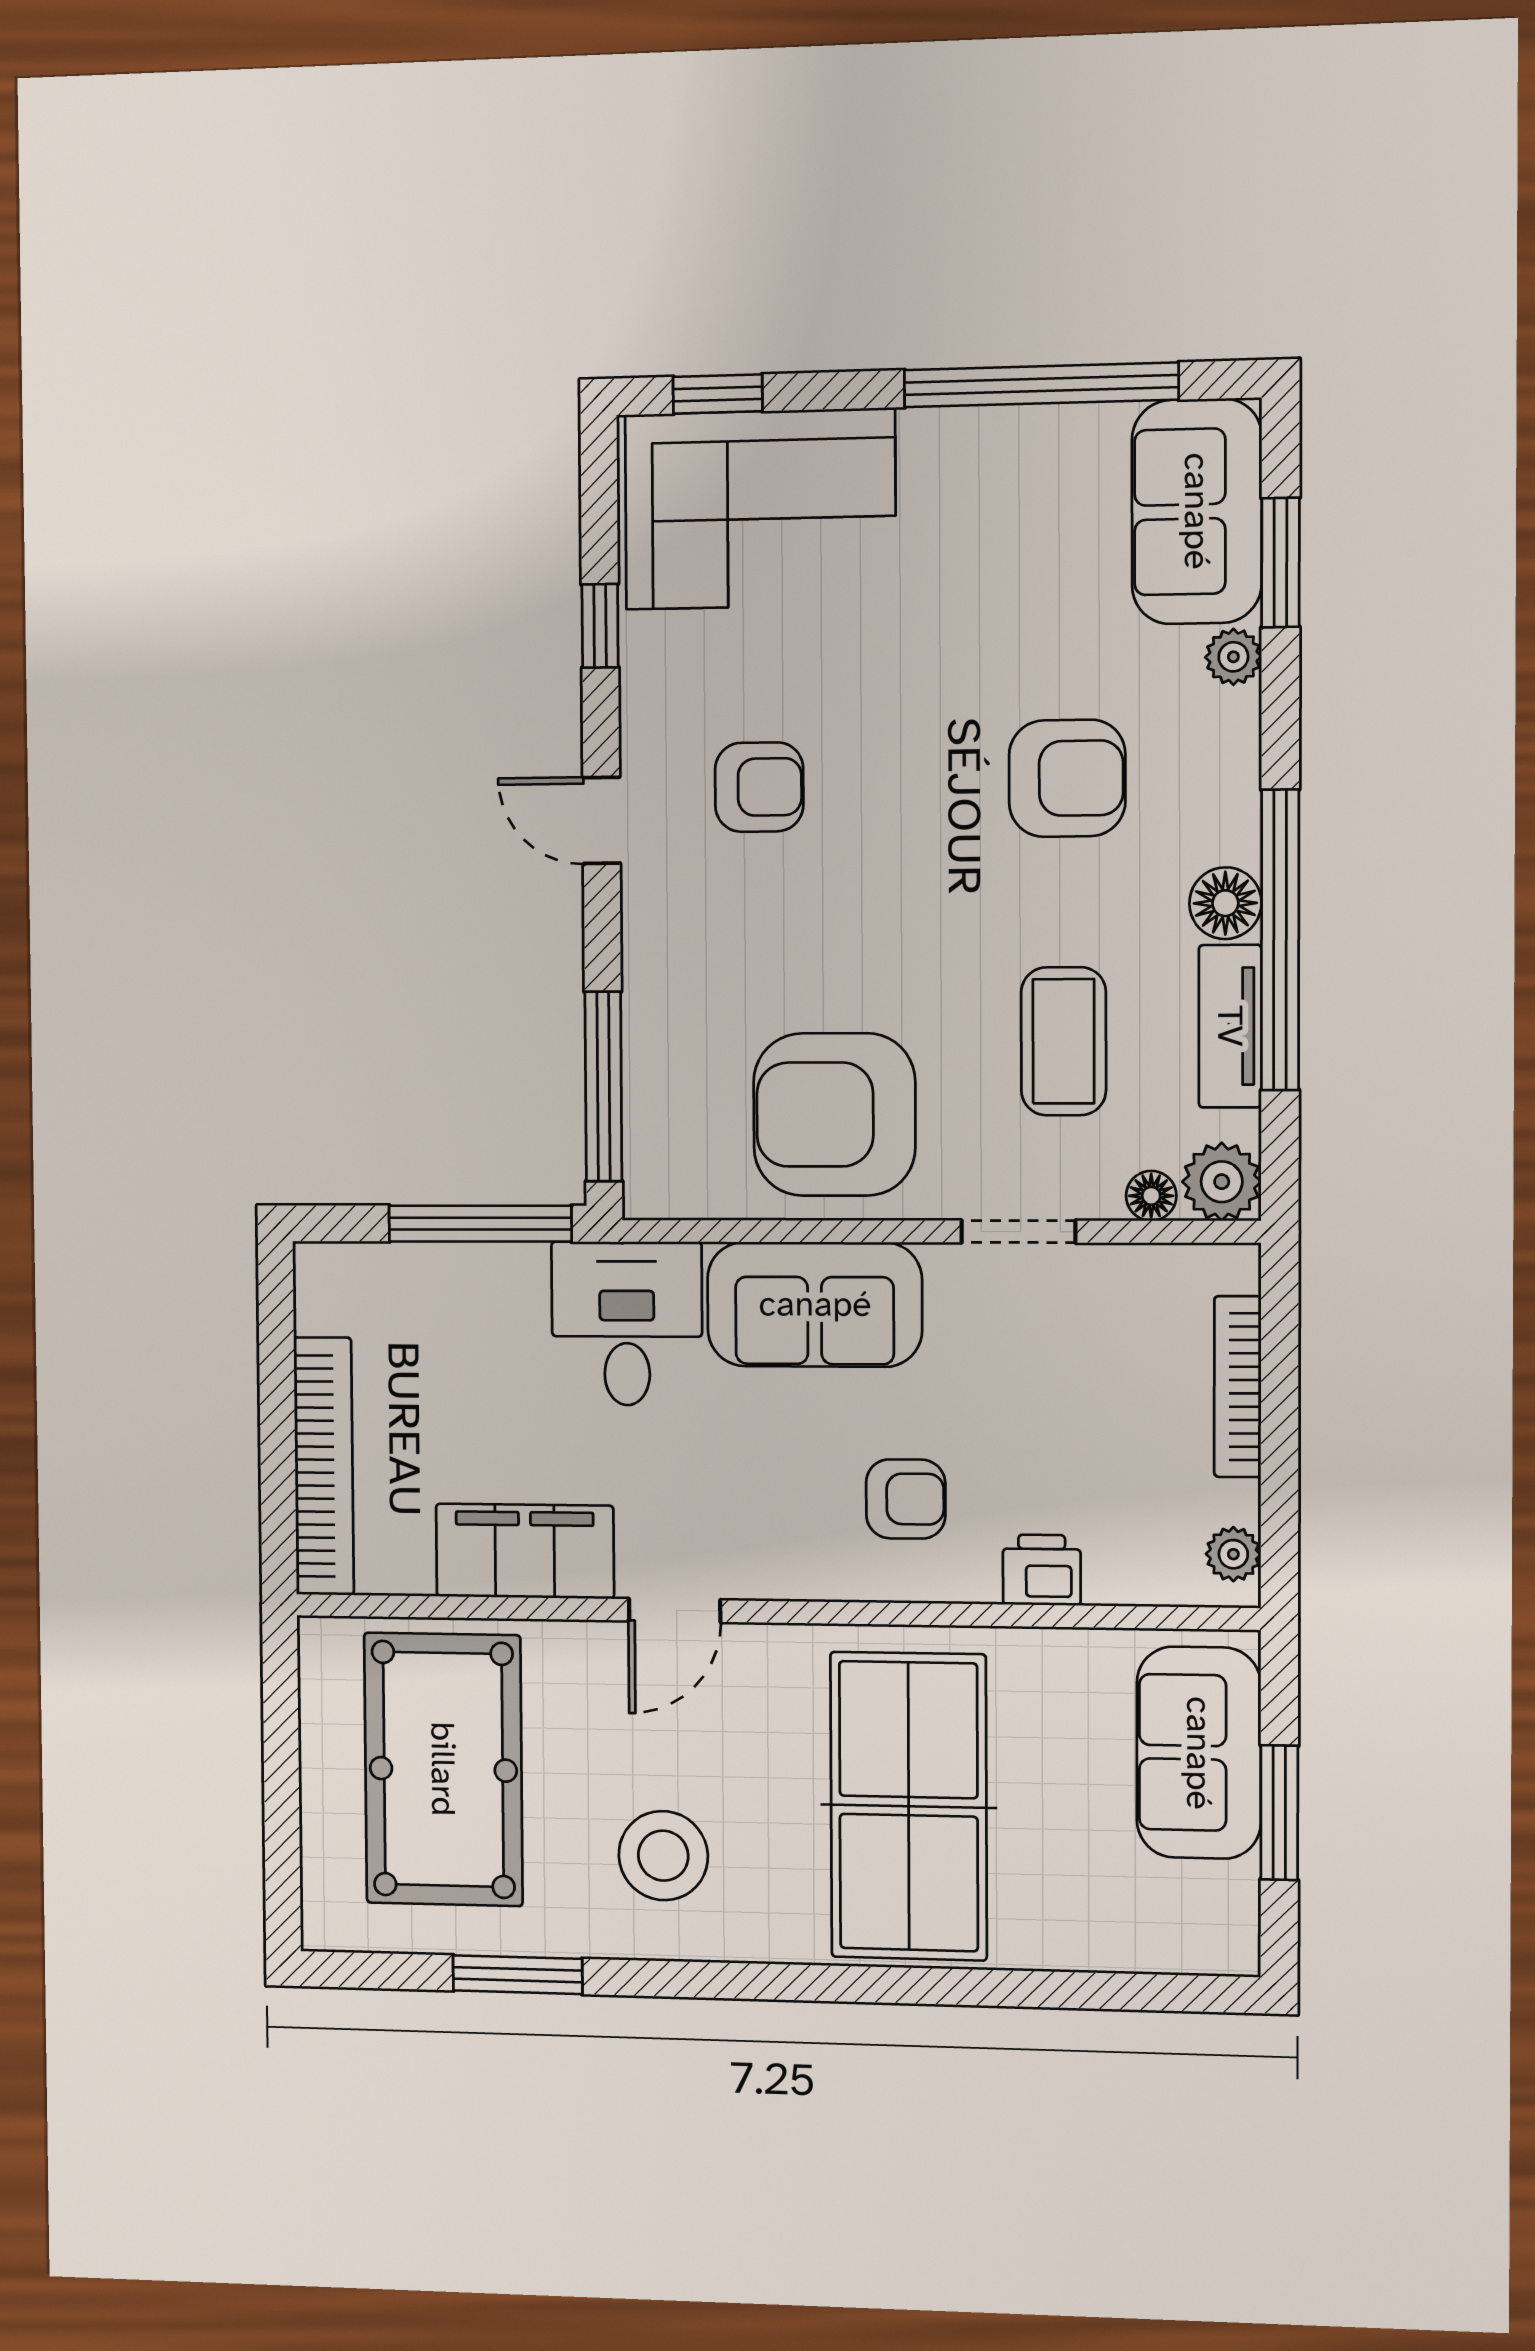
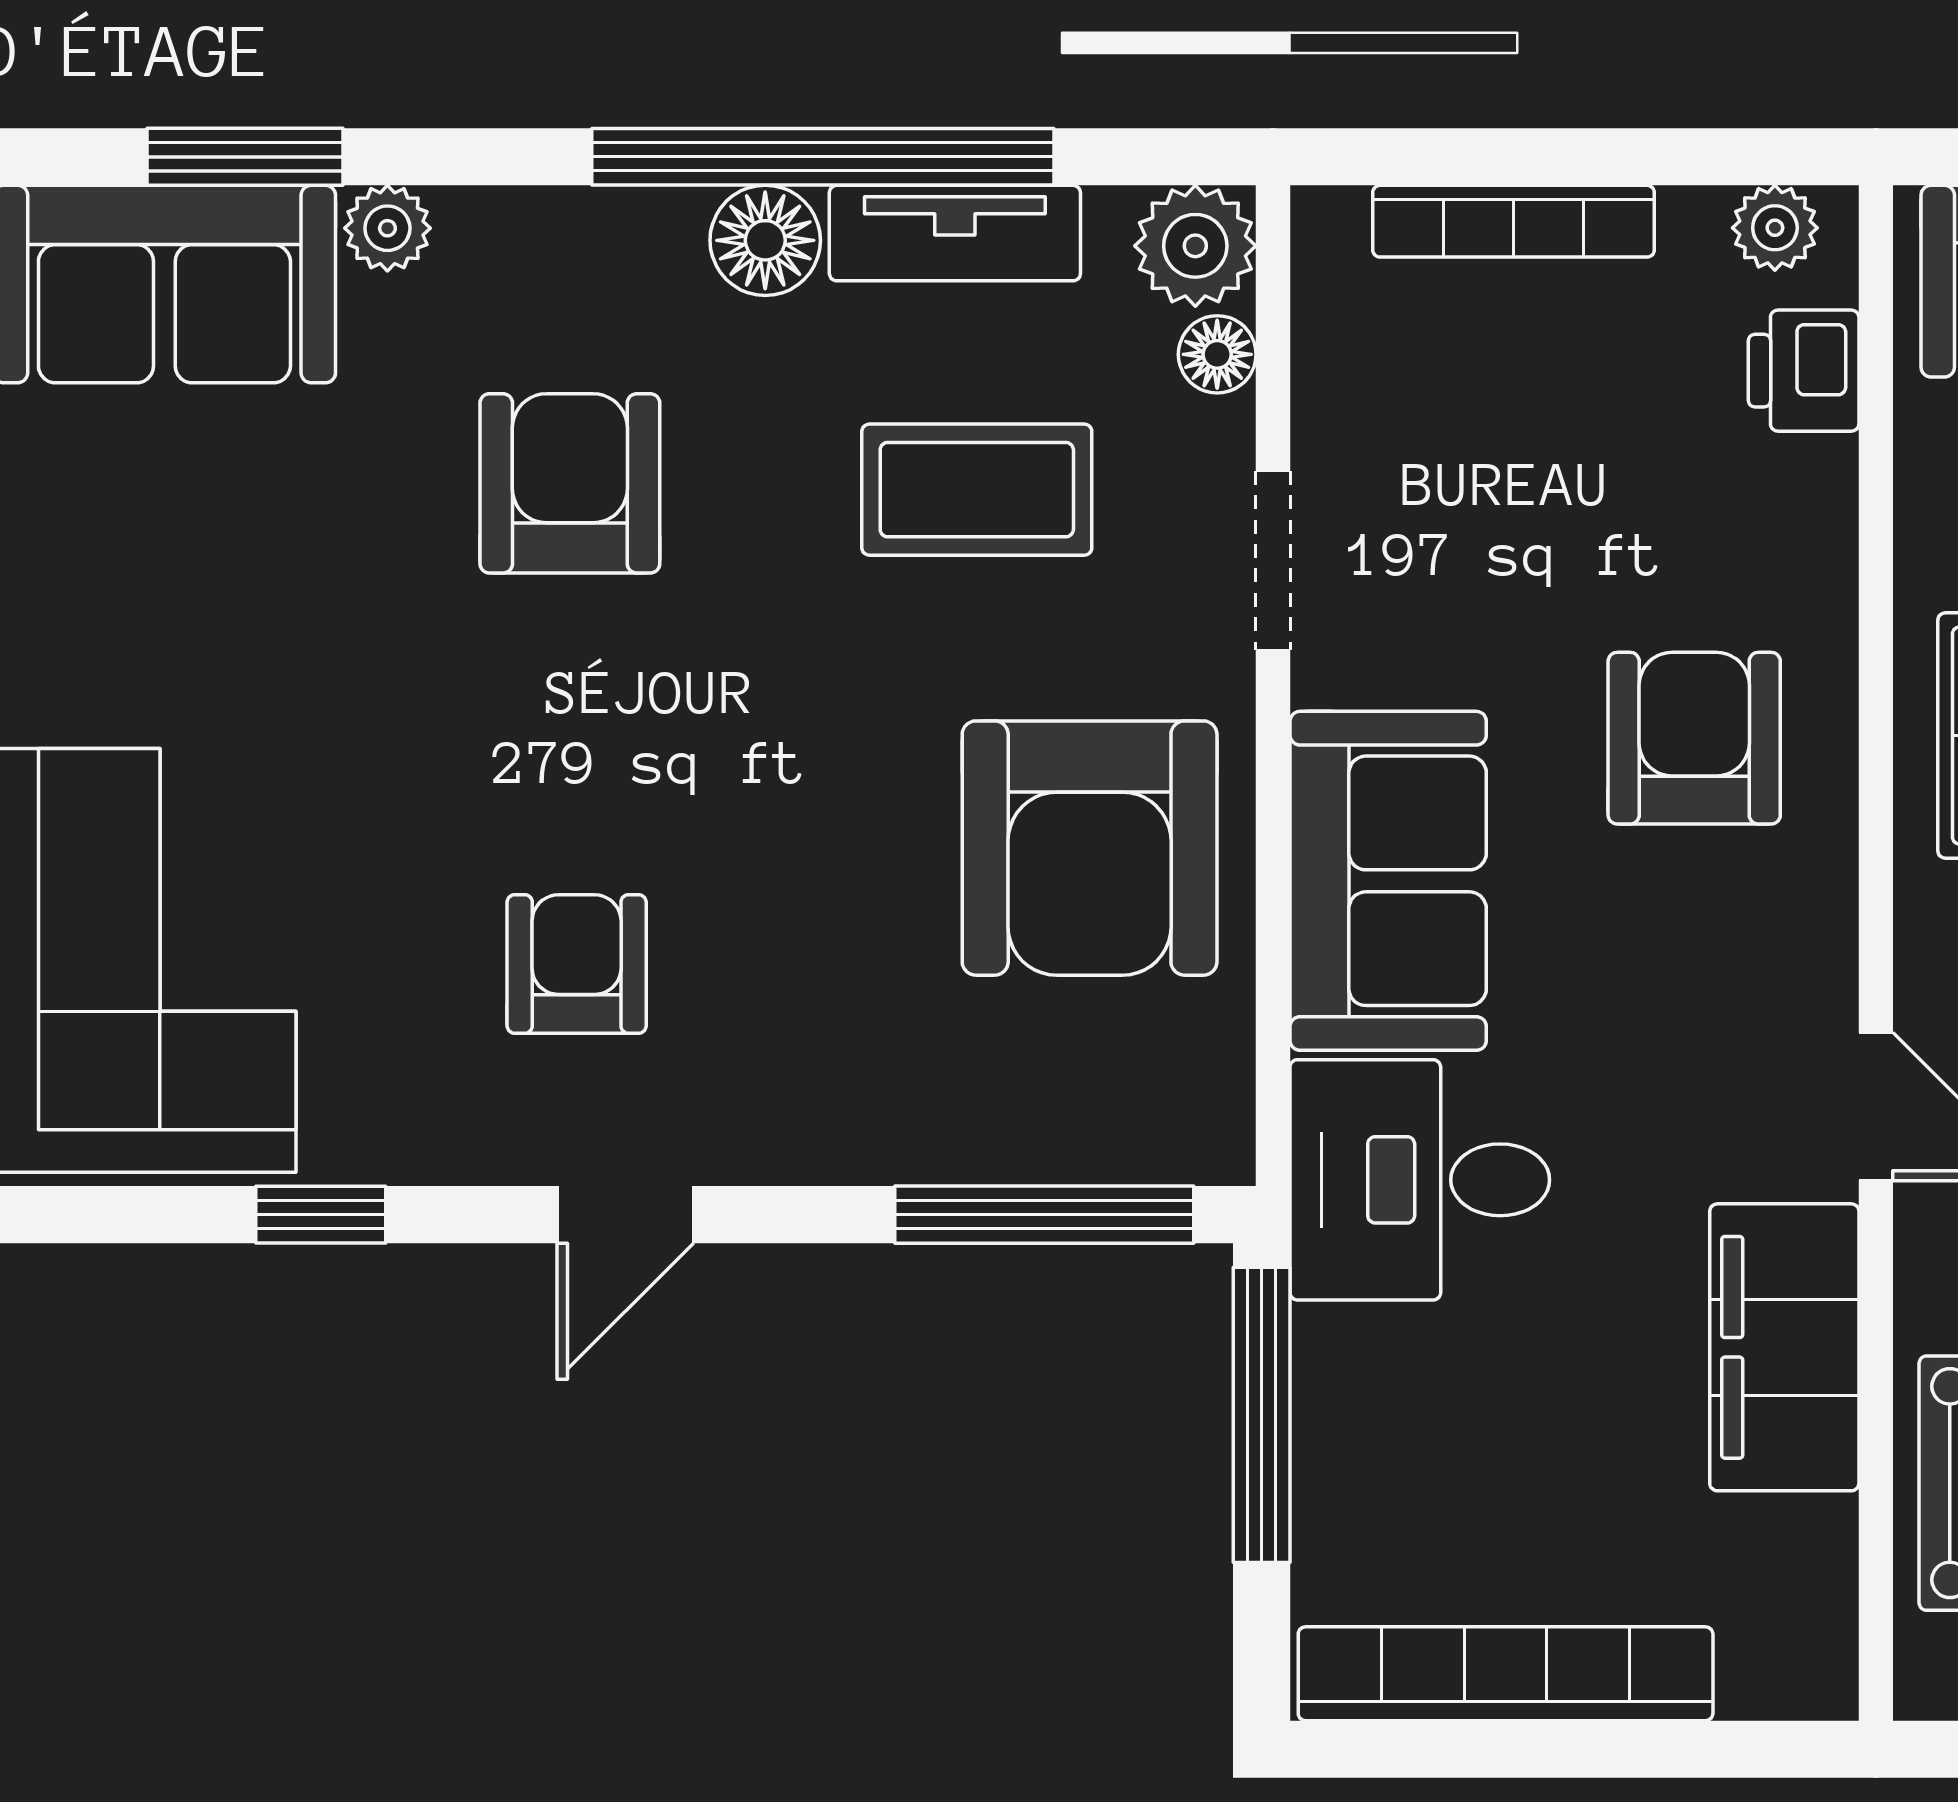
bookcase: (324, 1466) -> (1506, 1674), moved
armchair: (906, 1499) -> (1694, 738), width x1.38, depth x1.38
printer: (1042, 1570) -> (1804, 371), moved

